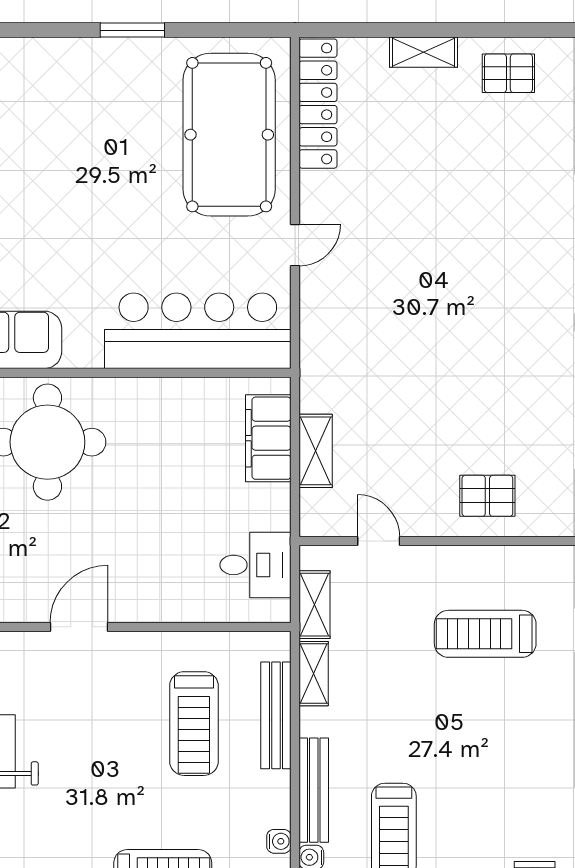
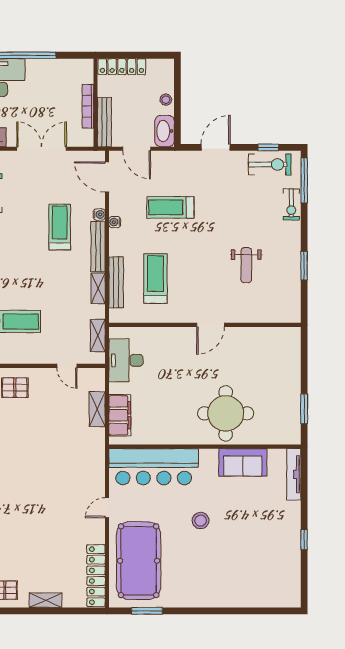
window: (132, 30) -> (147, 611), moved
stool: (100, 218) -> (201, 521), added
desk: (255, 565) -> (126, 360), width x1.37
shelving: (314, 674) -> (98, 288), moved

